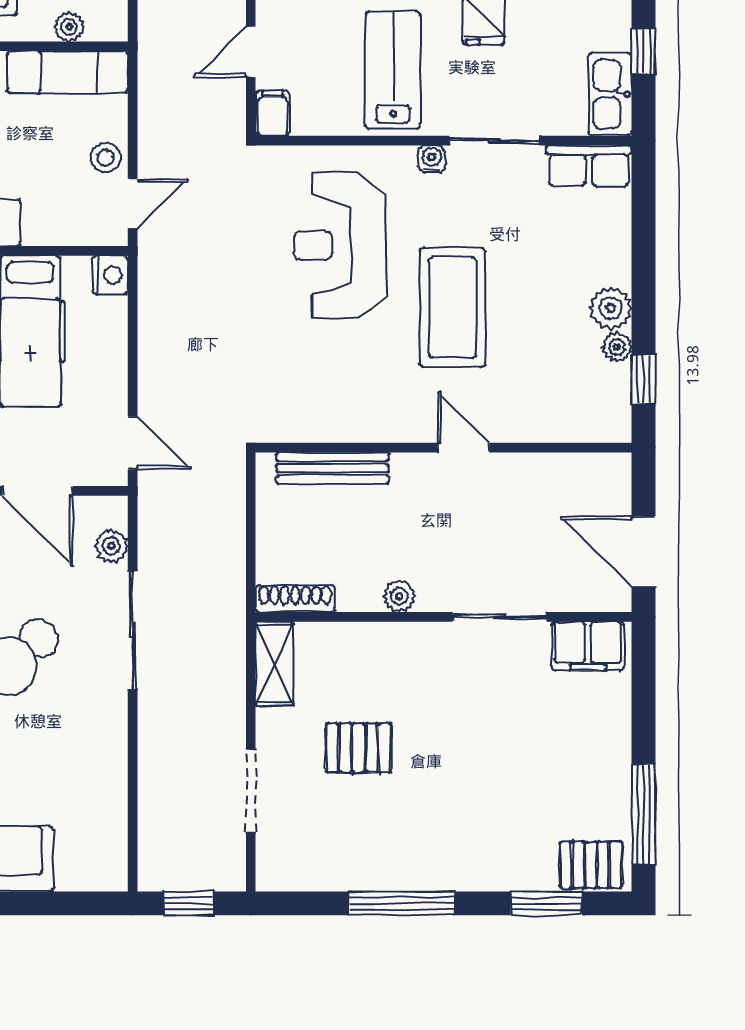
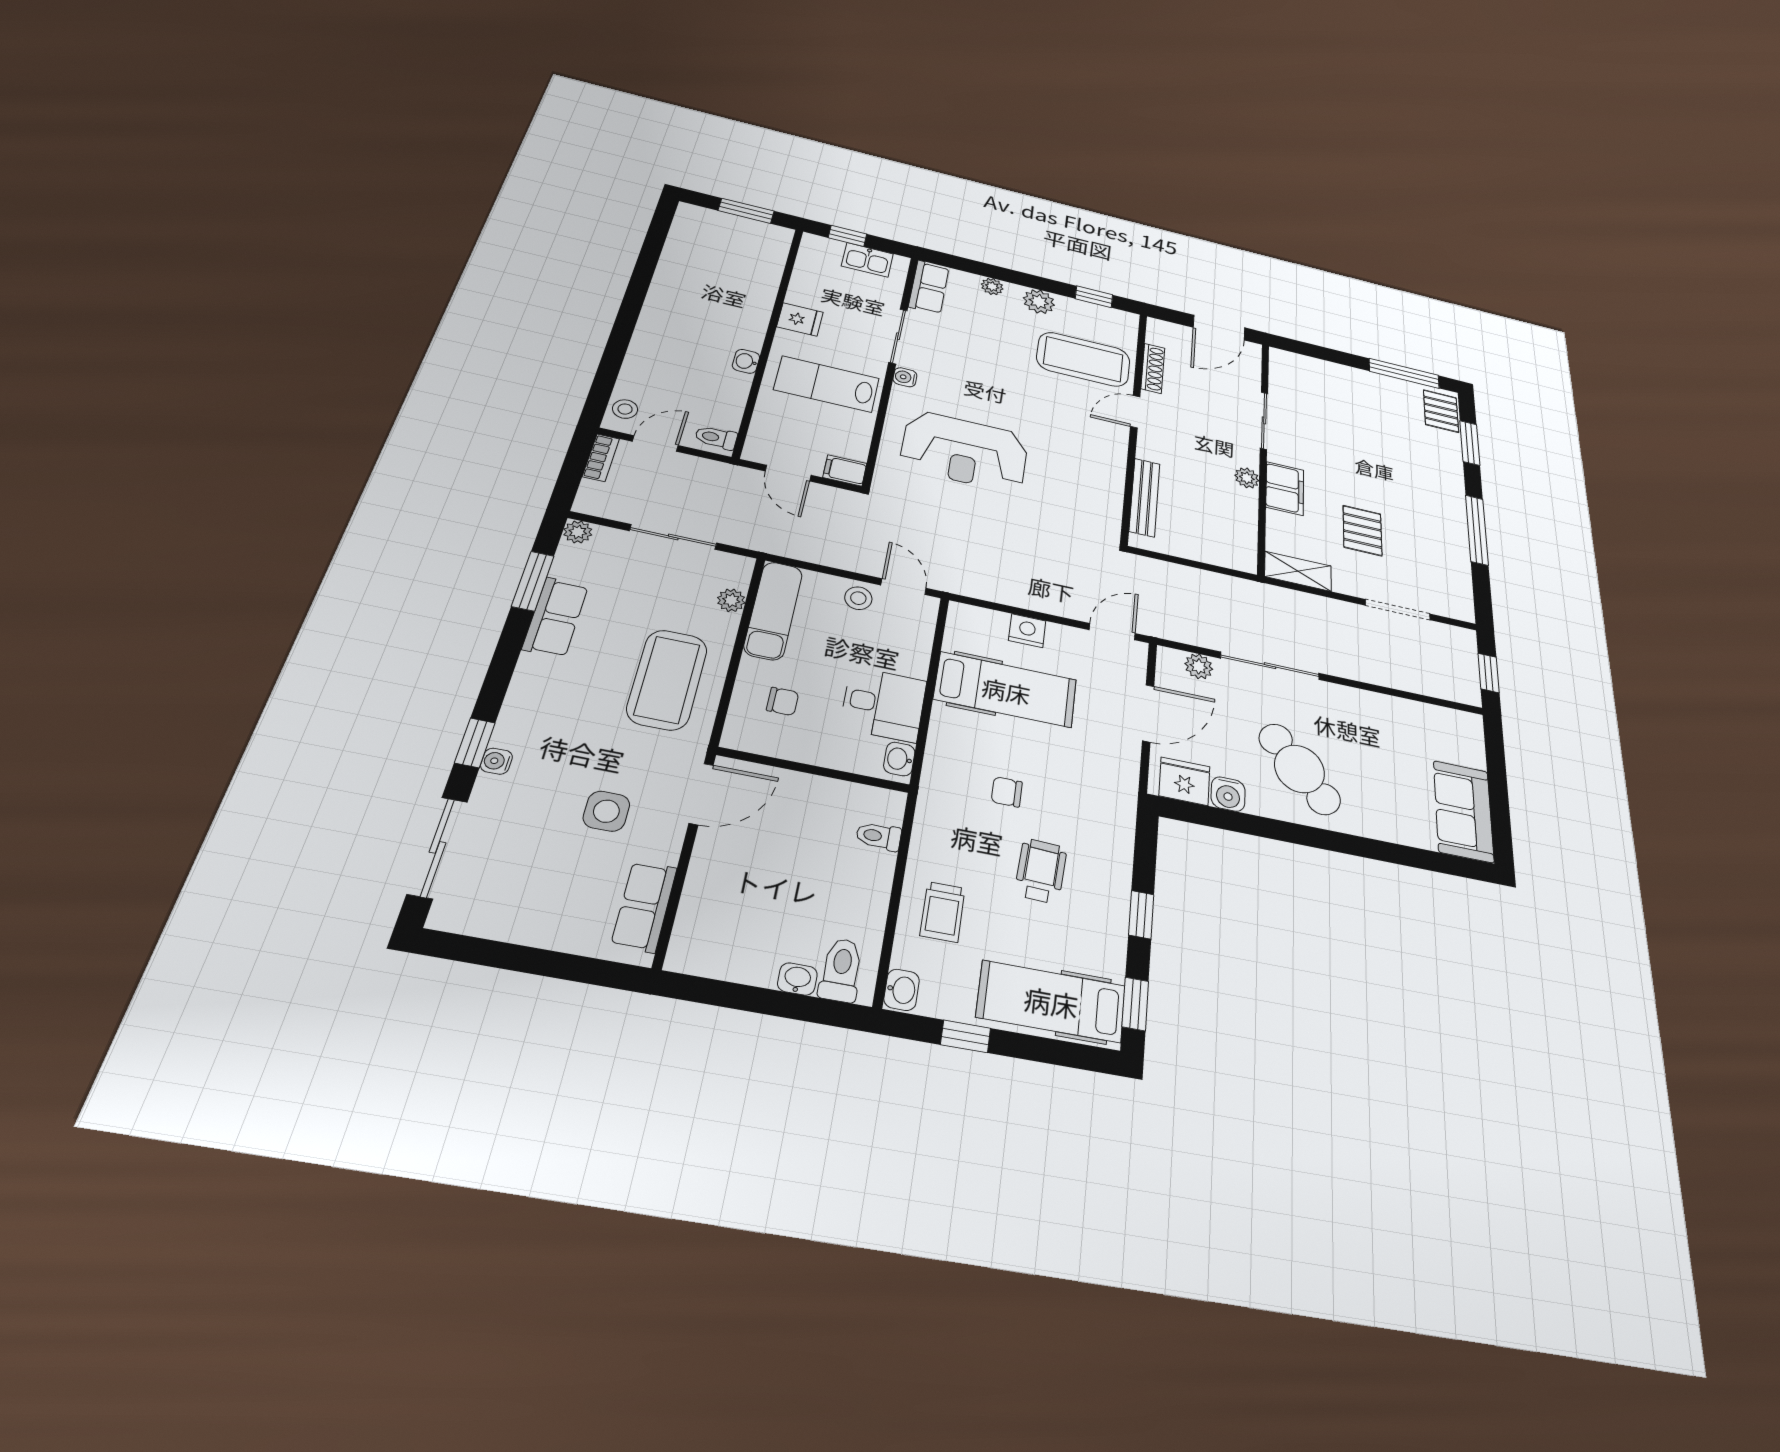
kitchen sink: (610, 94) -> (867, 260), width x0.73
nightstand: (110, 275) -> (1027, 631), moved
coffee table: (452, 307) -> (1083, 359), moved
plant: (617, 347) -> (992, 286), moved
shoe rack: (295, 599) -> (1153, 368), moved, turned 180
filing cabinet: (588, 646) -> (1285, 488), moved

